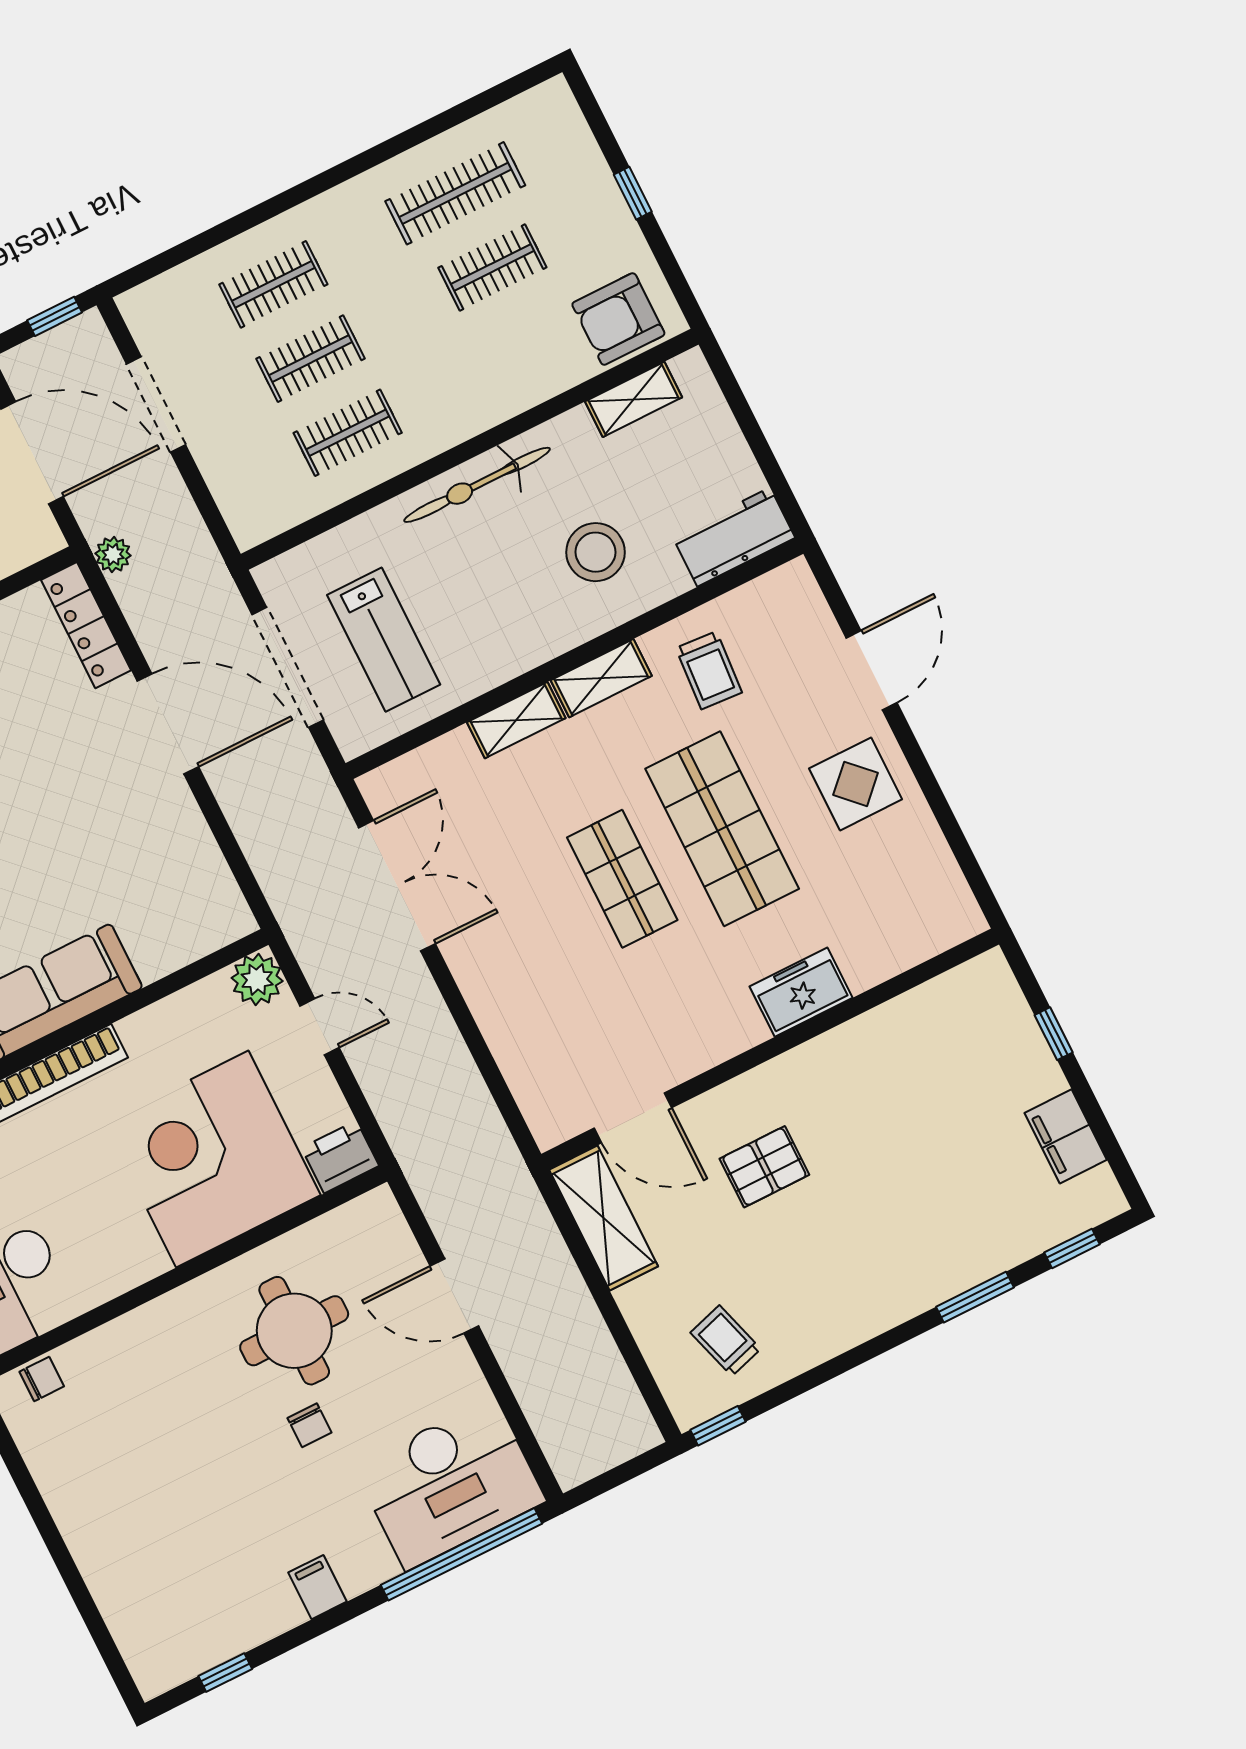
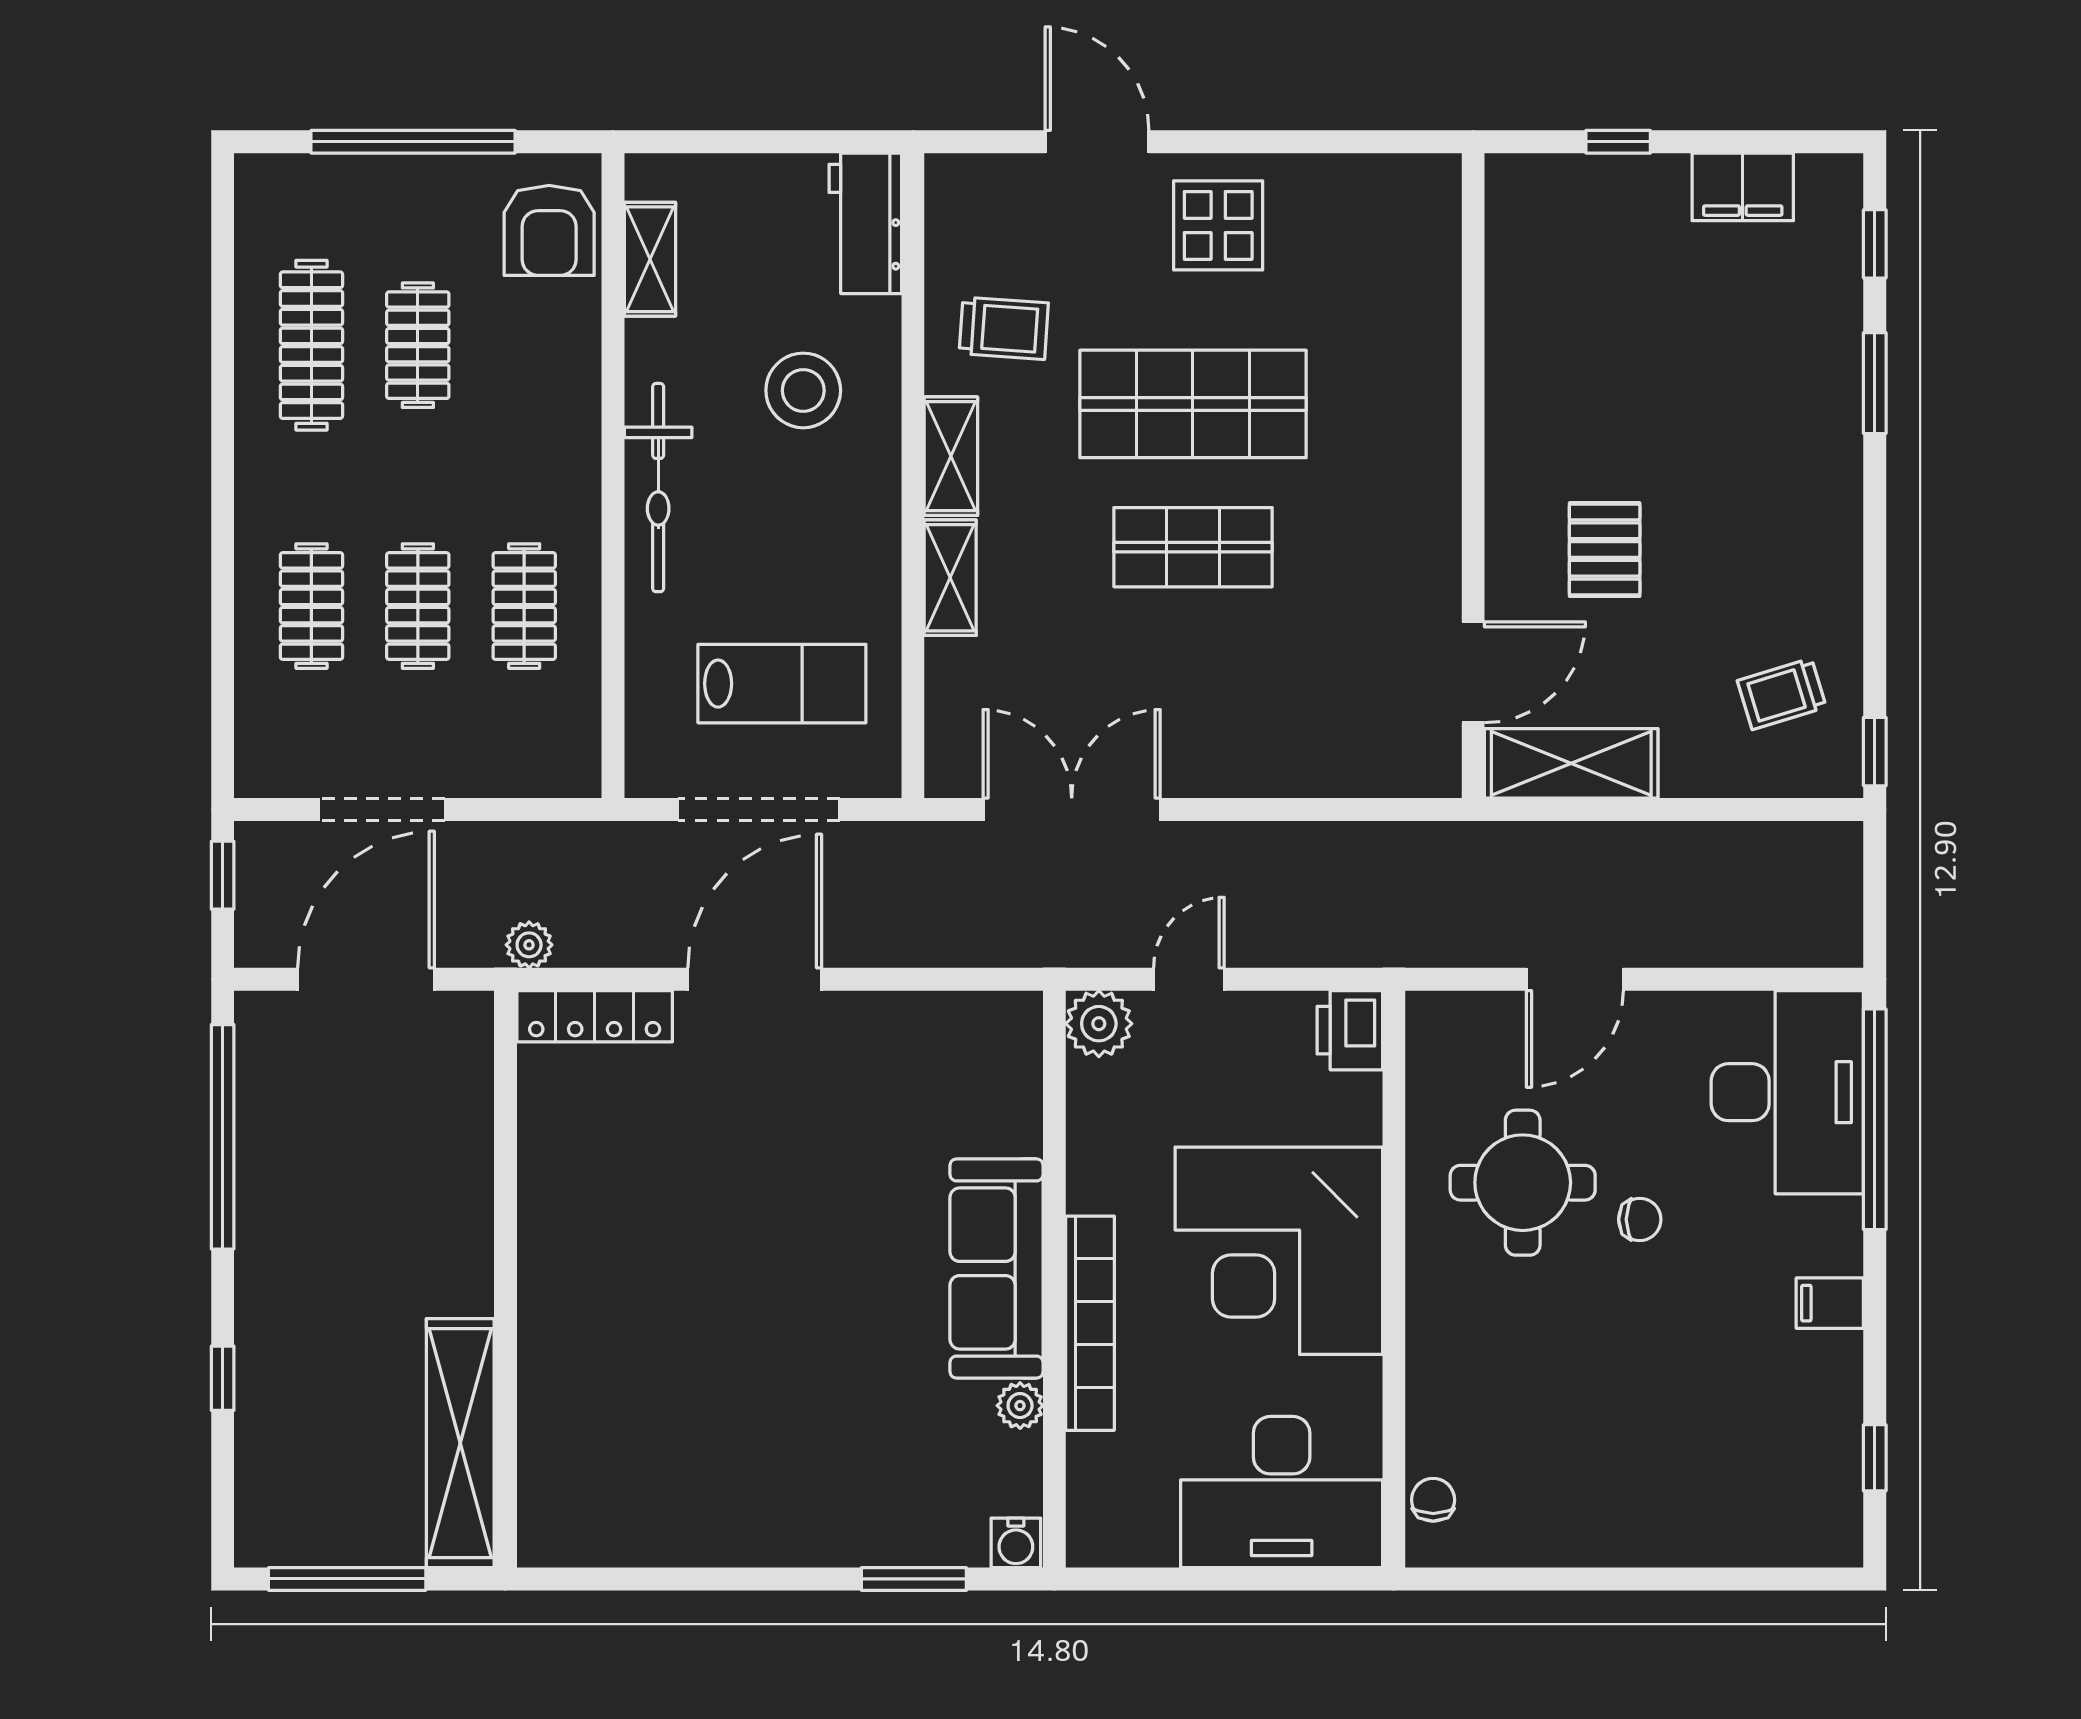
window: (633, 193) -> (413, 142), width x3.17
freezer: (801, 992) -> (1425, 407), removed
corner desk: (212, 1159) -> (1279, 1251), moved

